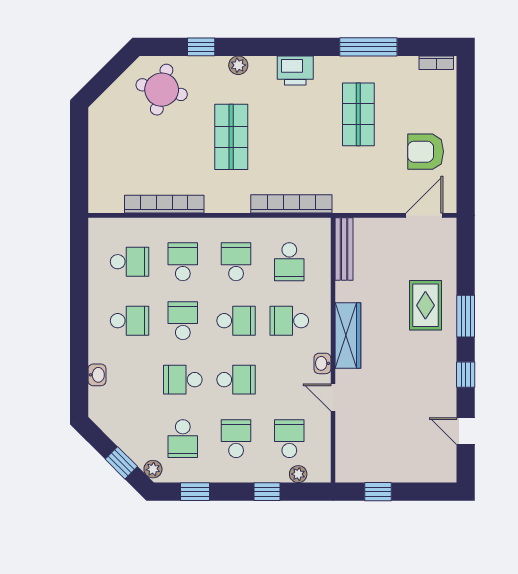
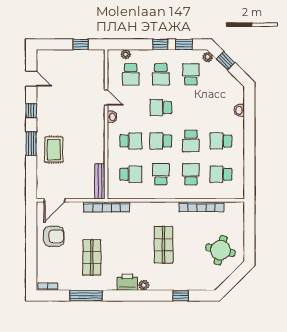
plant: (238, 65) -> (144, 285), moved
round table: (162, 90) -> (221, 250), moved
bookcase: (291, 204) -> (107, 207), moved
school desk: (183, 262) -> (191, 174), turned 180
school desk: (236, 262) -> (161, 174), turned 180
school desk: (289, 262) -> (131, 174), turned 90
wardrobe: (348, 336) -> (98, 133), removed
school desk: (183, 380) -> (191, 108), removed
window: (267, 492) -> (160, 44), moved

